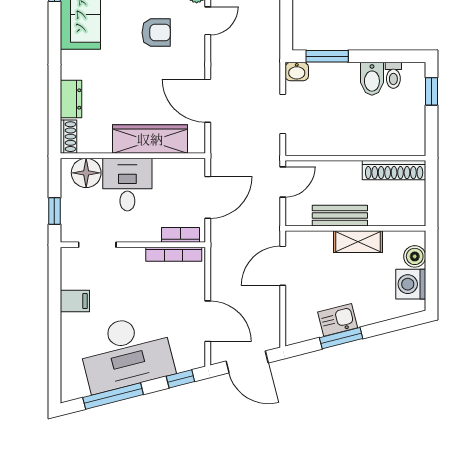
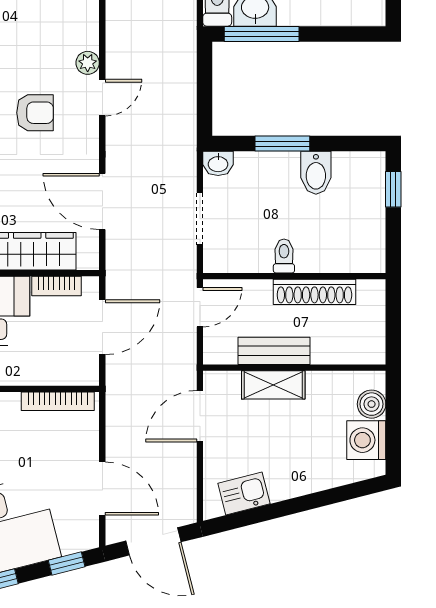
window: (327, 56) -> (282, 144), moved
toilet: (393, 75) -> (284, 256), moved, turned 180
shoe rack: (394, 170) -> (314, 292), moved
bookcase: (180, 235) -> (57, 286), moved, turned 180
shelving: (358, 242) -> (273, 385), moved
kitchen sink: (338, 320) -> (244, 494), moved
window: (341, 338) -> (276, 510), removed

